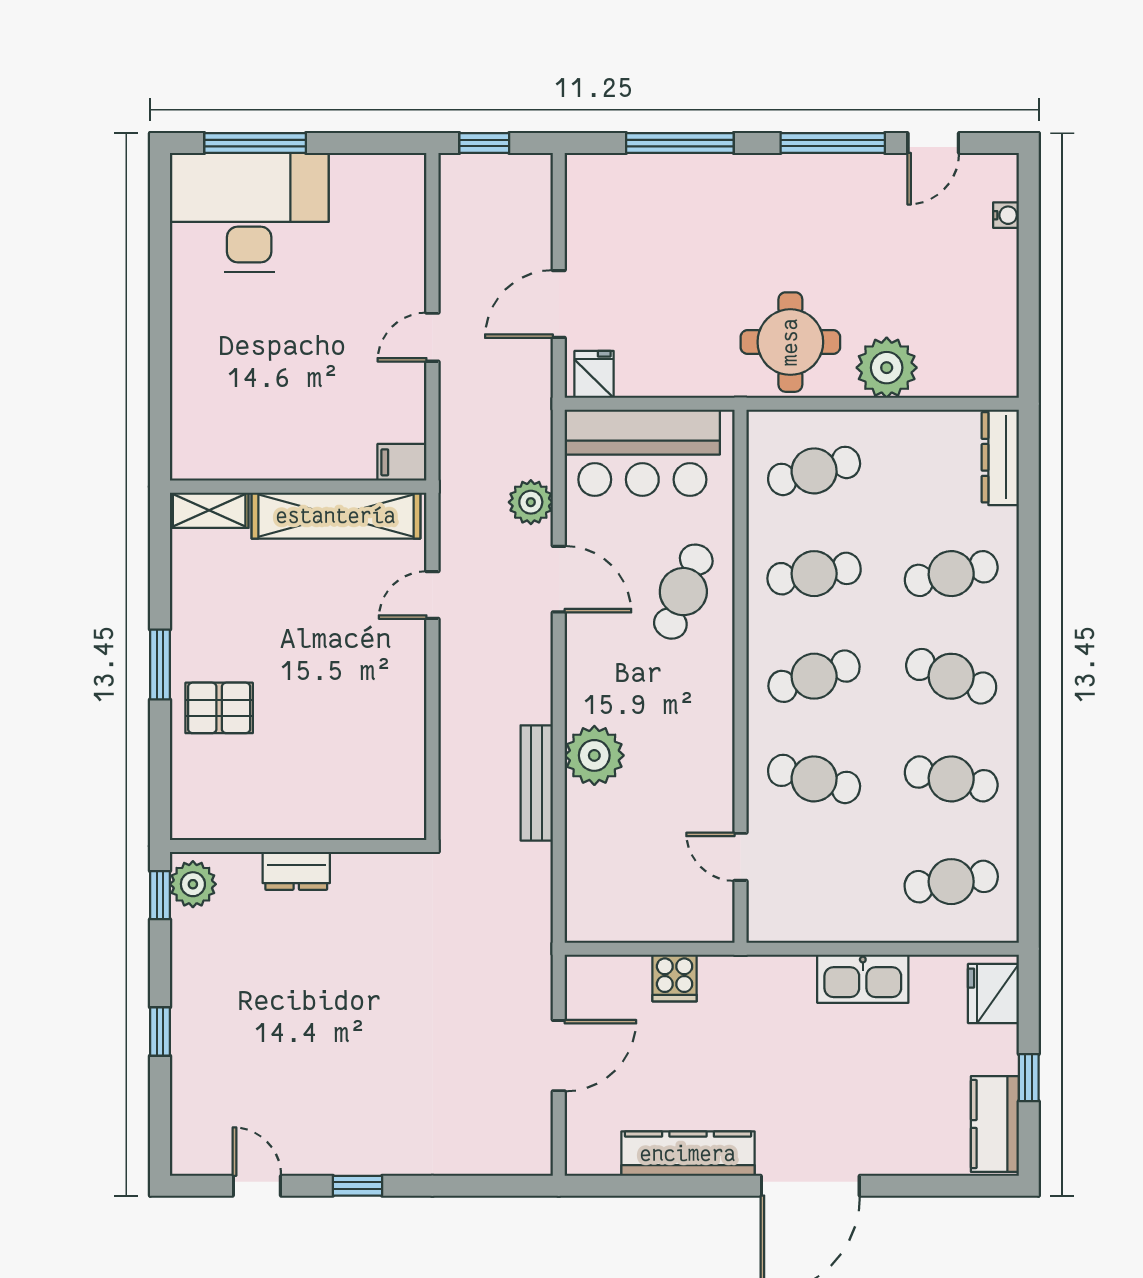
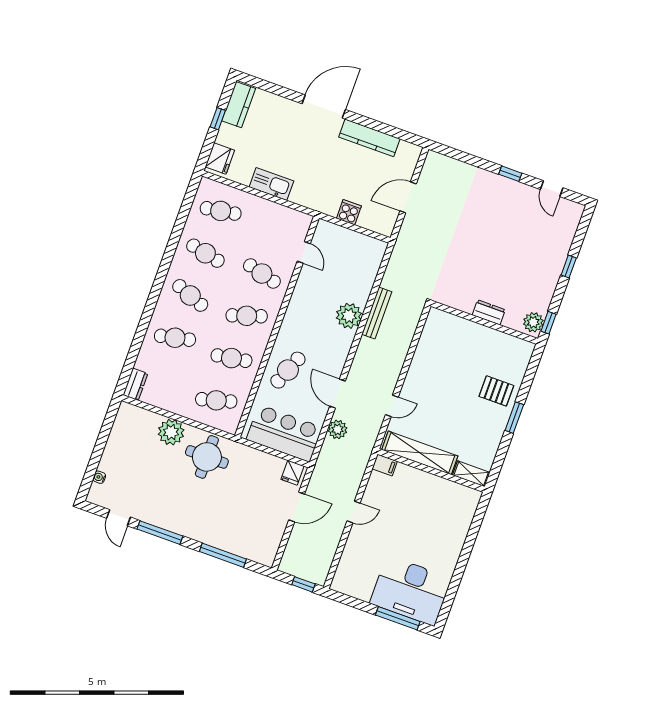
door: (933, 143) -> (119, 518), swing flipped
dresser: (1000, 457) -> (135, 384), width x0.70

